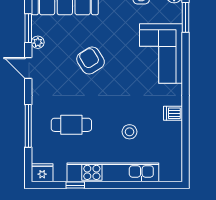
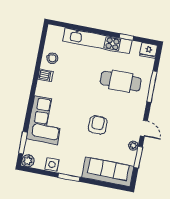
armchair: (91, 60) -> (98, 125), turned -148
cafe table: (71, 125) -> (121, 81), width x1.37, depth x1.35
stool: (129, 132) -> (52, 58), moved

